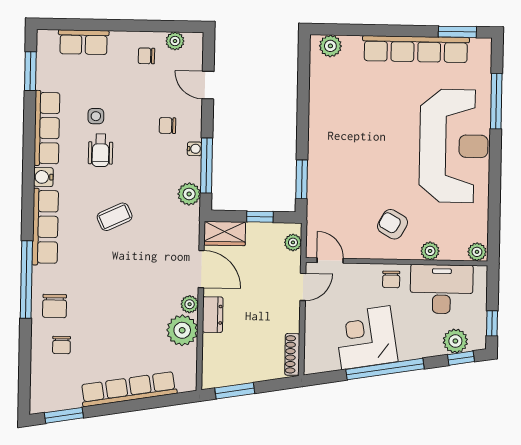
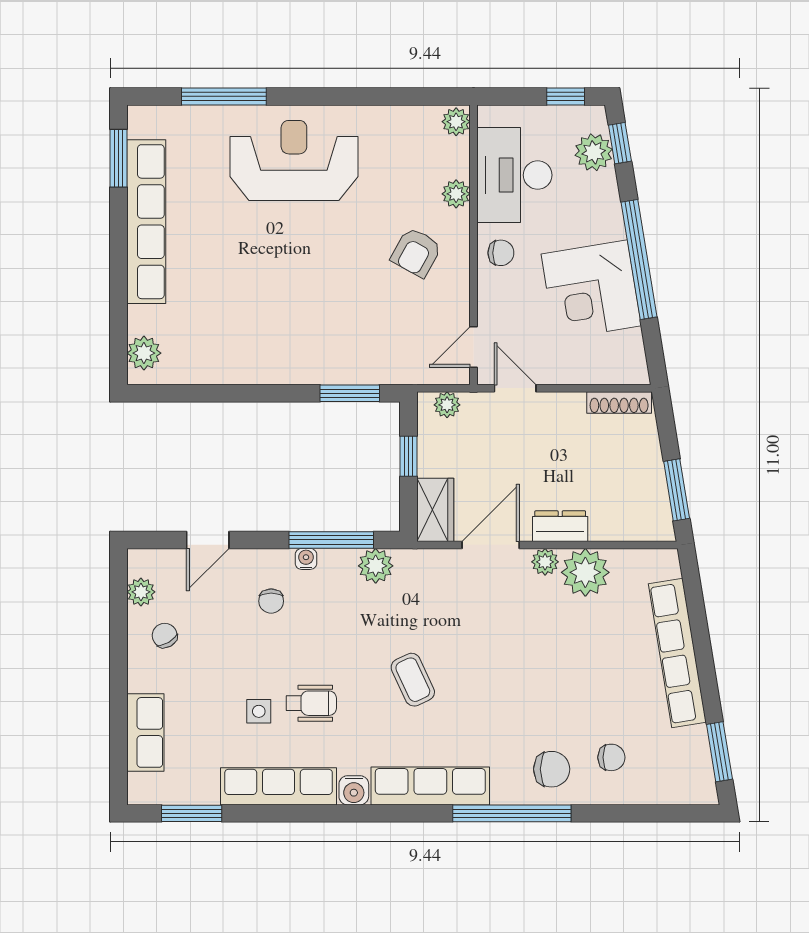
chair: (146, 56) -> (165, 635), turned 150
reception desk: (454, 146) -> (294, 160), width x0.74, depth x0.77

